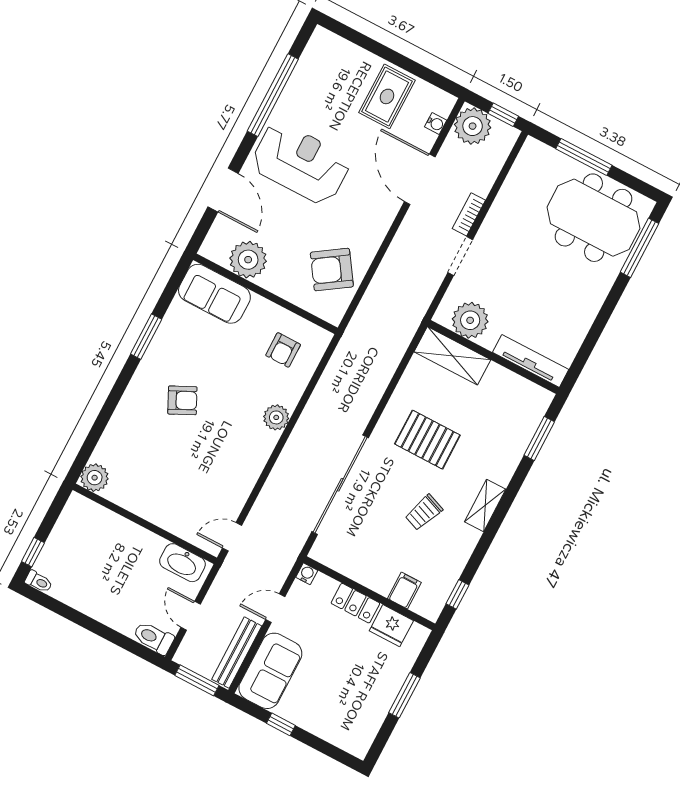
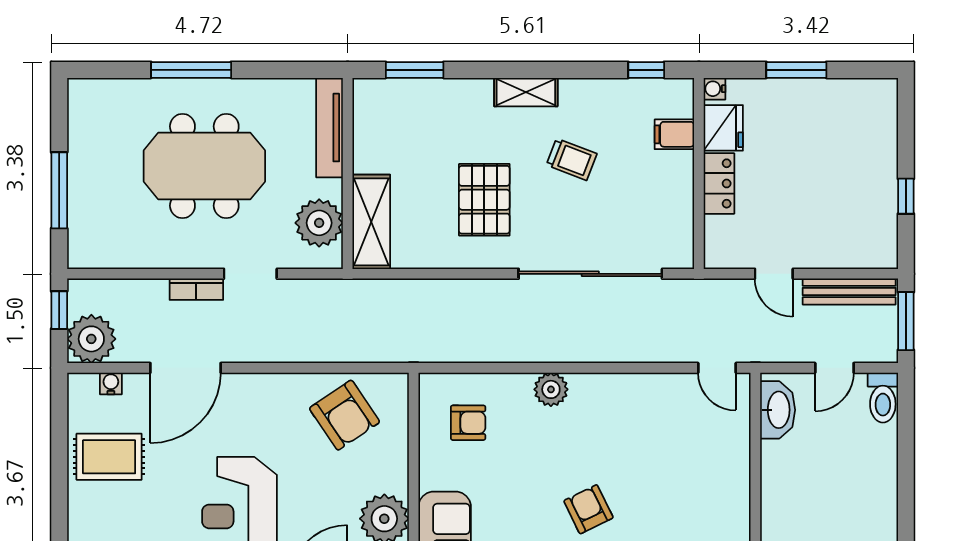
meeting table: (594, 218) -> (204, 166), moved, turned 90
window: (639, 248) -> (191, 70), moved
water cooler: (307, 574) -> (715, 89), moved
sofa: (270, 671) -> (850, 241), removed

